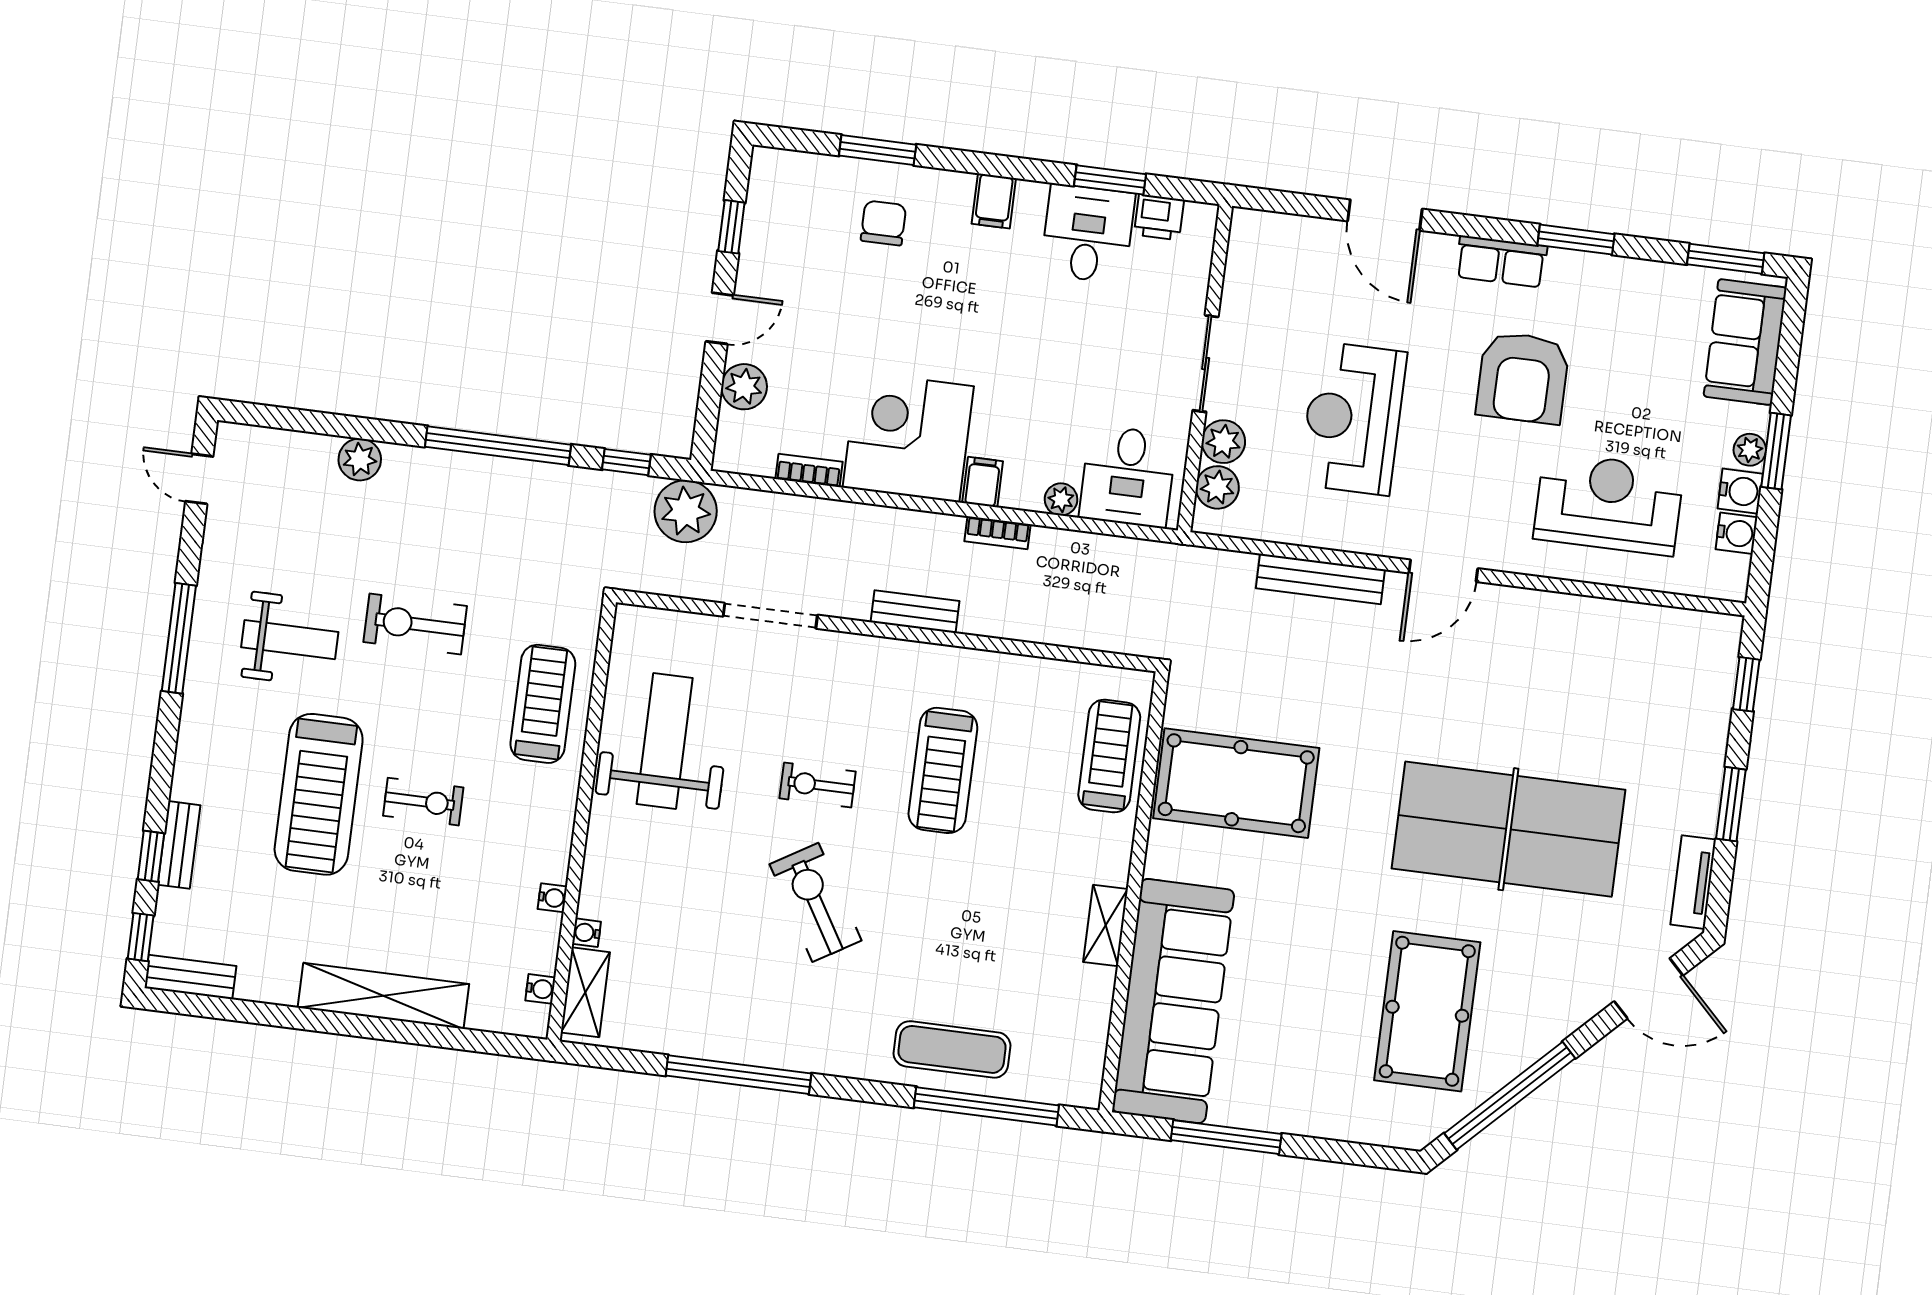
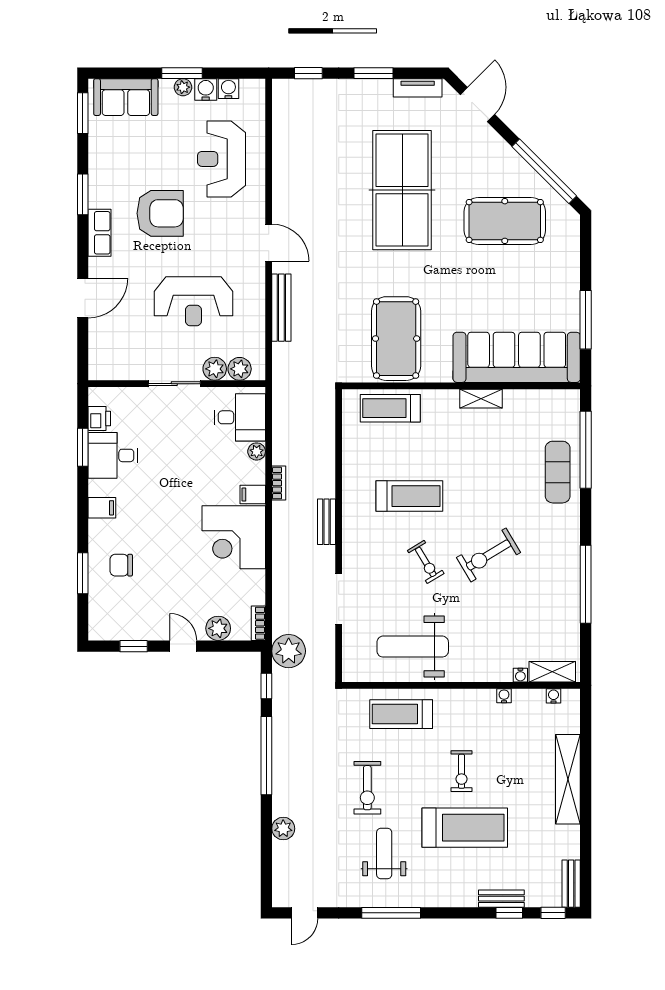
bookcase: (809, 470) -> (258, 623), moved
exercise bike: (818, 785) -> (426, 562), turned -31
exercise bike: (423, 802) -> (461, 771), turned 180

